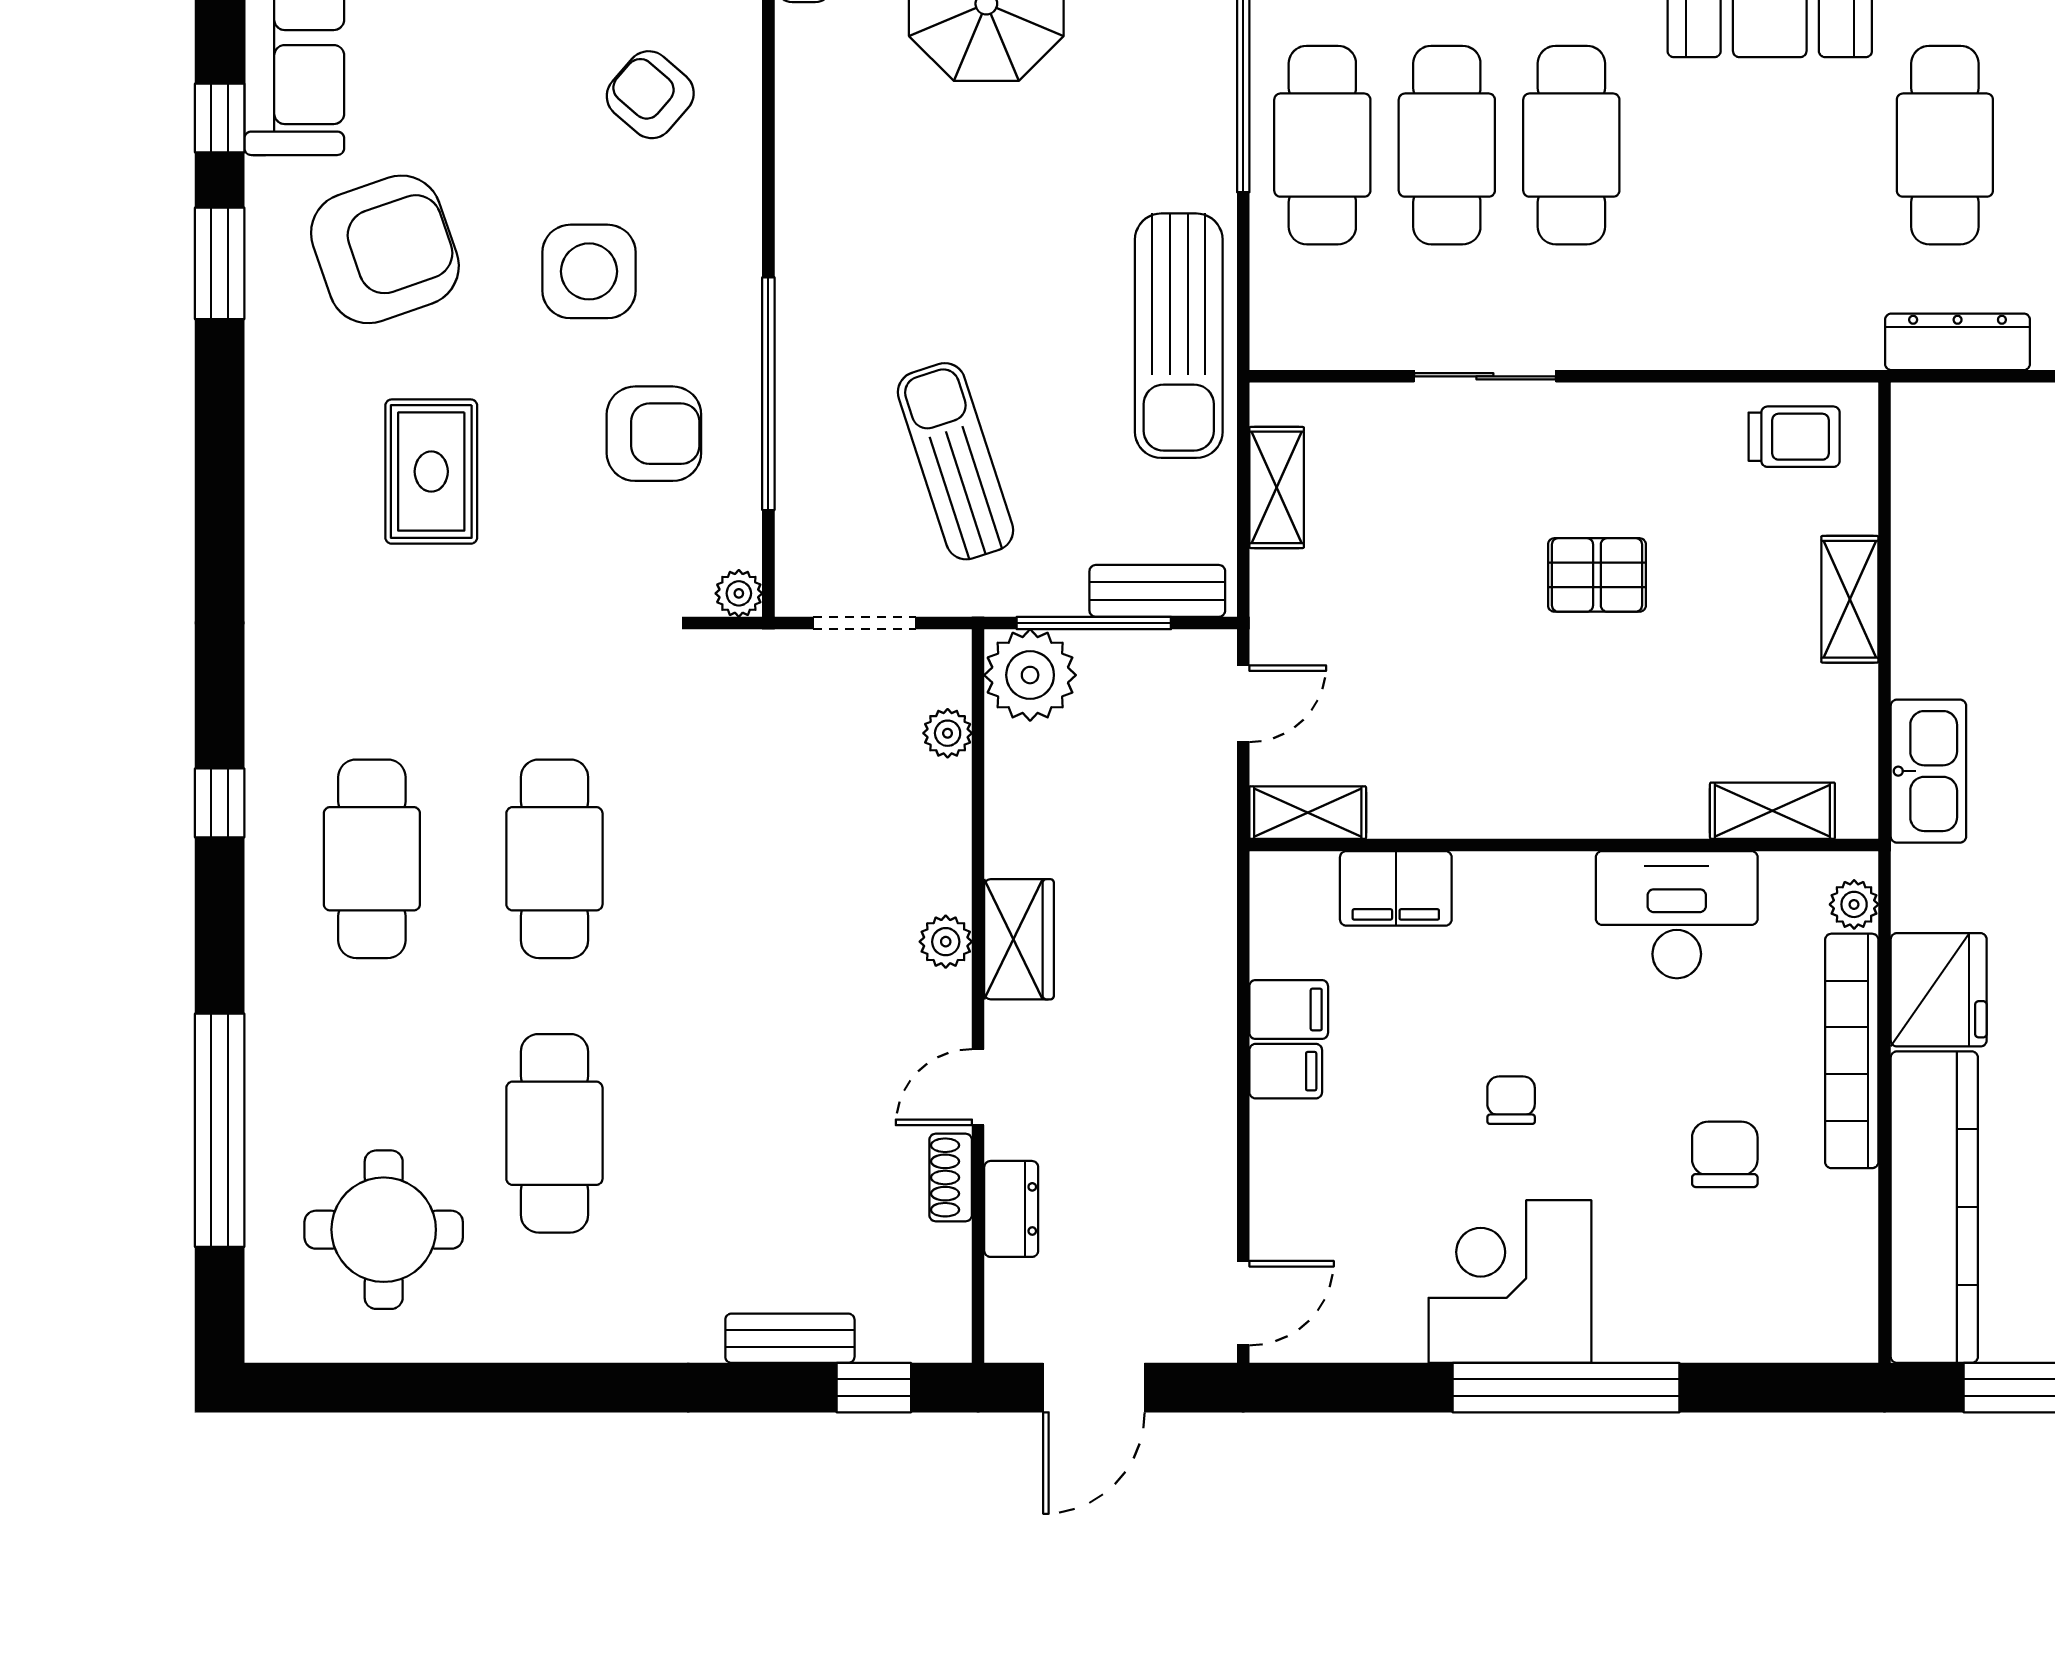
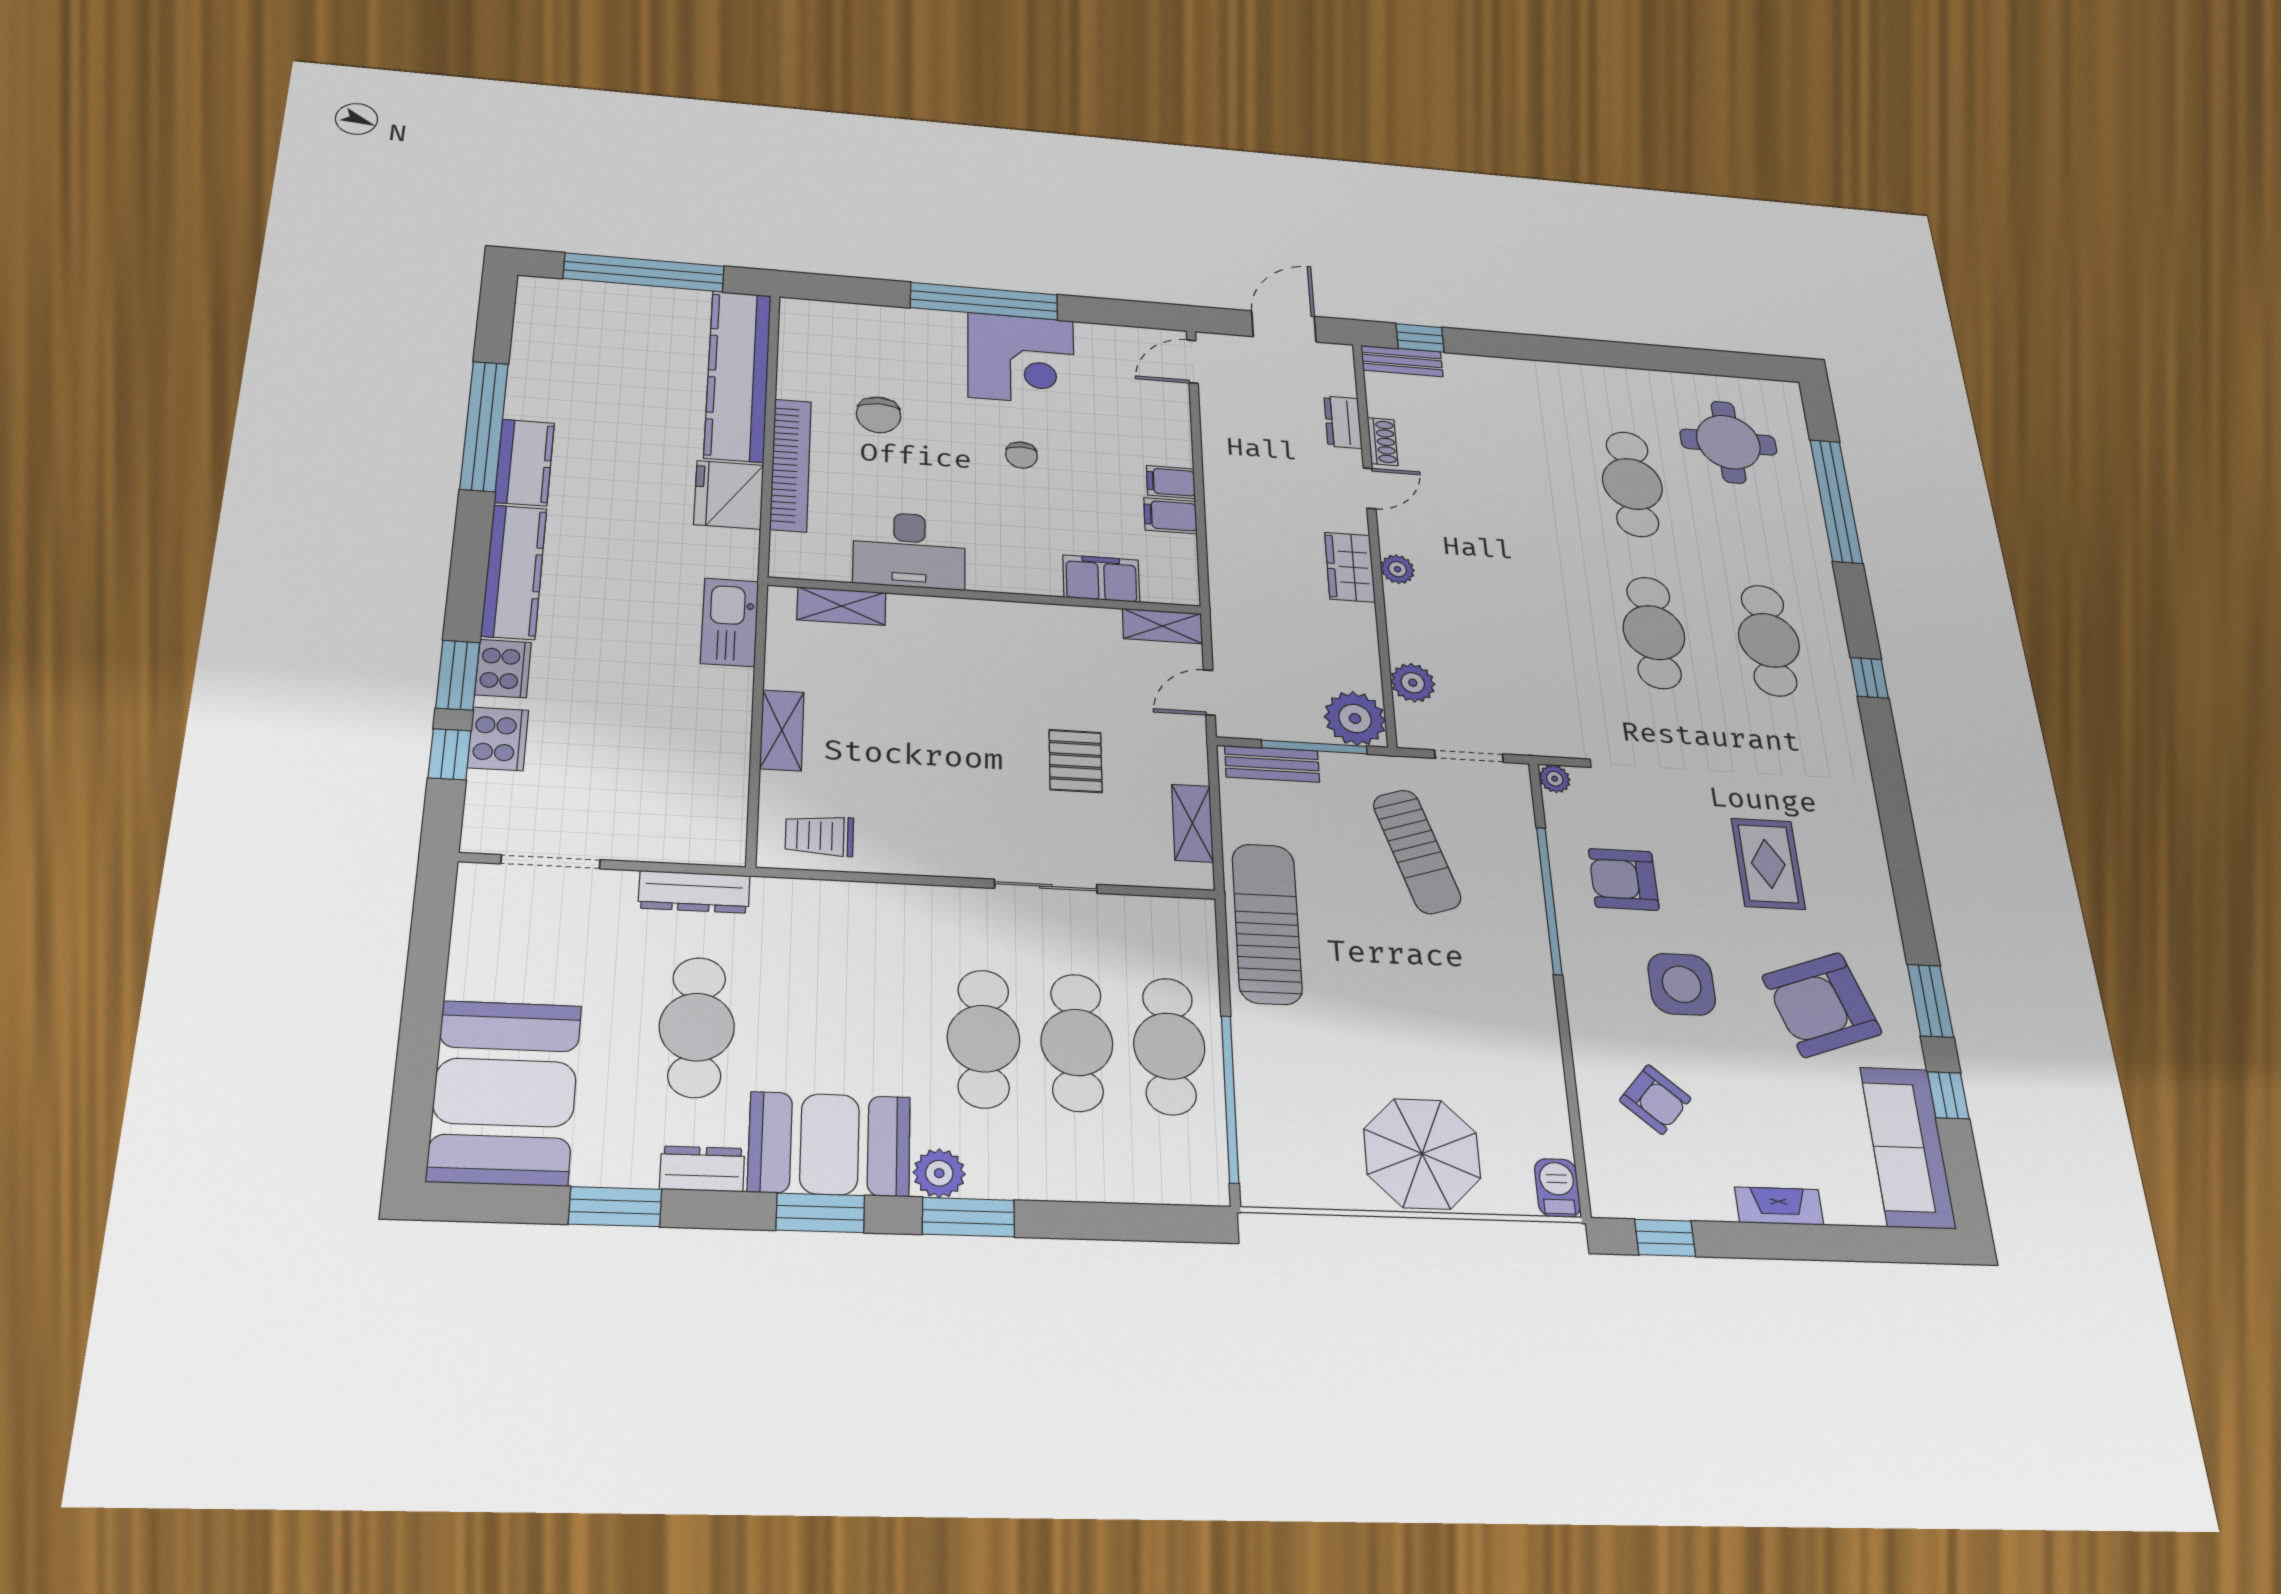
pallet: (1597, 575) -> (1076, 761), moved, turned 90
plant: (948, 733) -> (1413, 683), width x1.38, depth x1.38
plant: (1854, 904) -> (786, 548), removed
bench: (790, 1338) -> (1402, 361), moved

